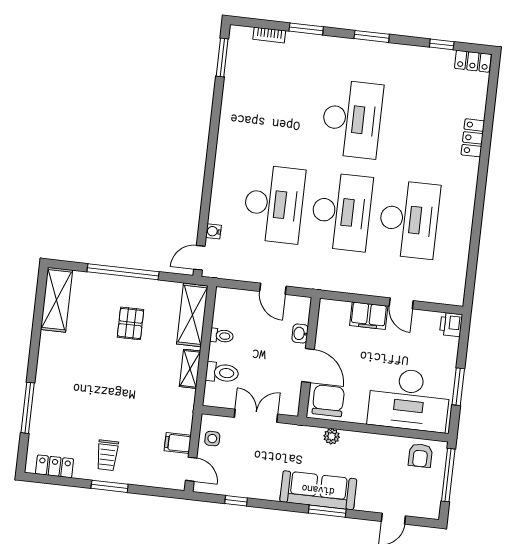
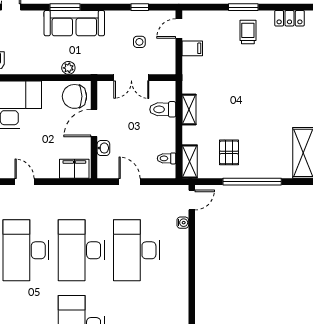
shelving: (192, 315) -> (190, 162), width x0.67, depth x0.75
filing cabinet: (369, 316) -> (74, 169), moved
pallet: (130, 323) -> (229, 152), moved
toilet: (222, 336) -> (167, 158), moved
door: (308, 365) -> (94, 123), hinge flipped
chair: (328, 401) -> (74, 96), turned 90
side table: (212, 439) -> (139, 42), moved
door: (191, 469) -> (179, 28), hinge flipped

